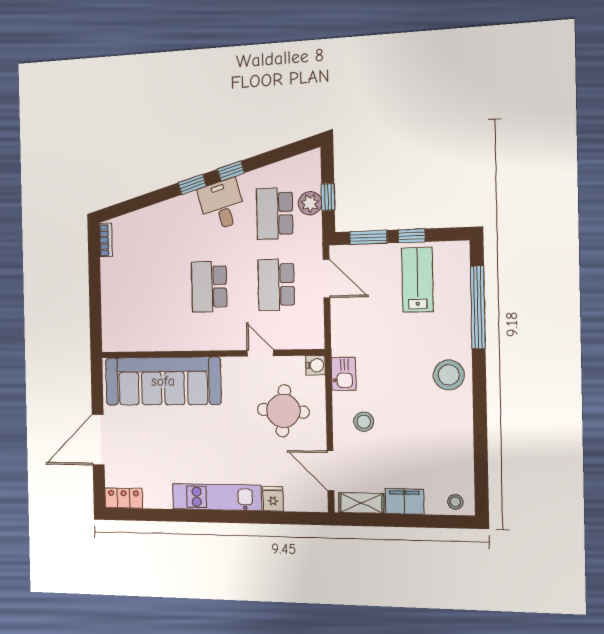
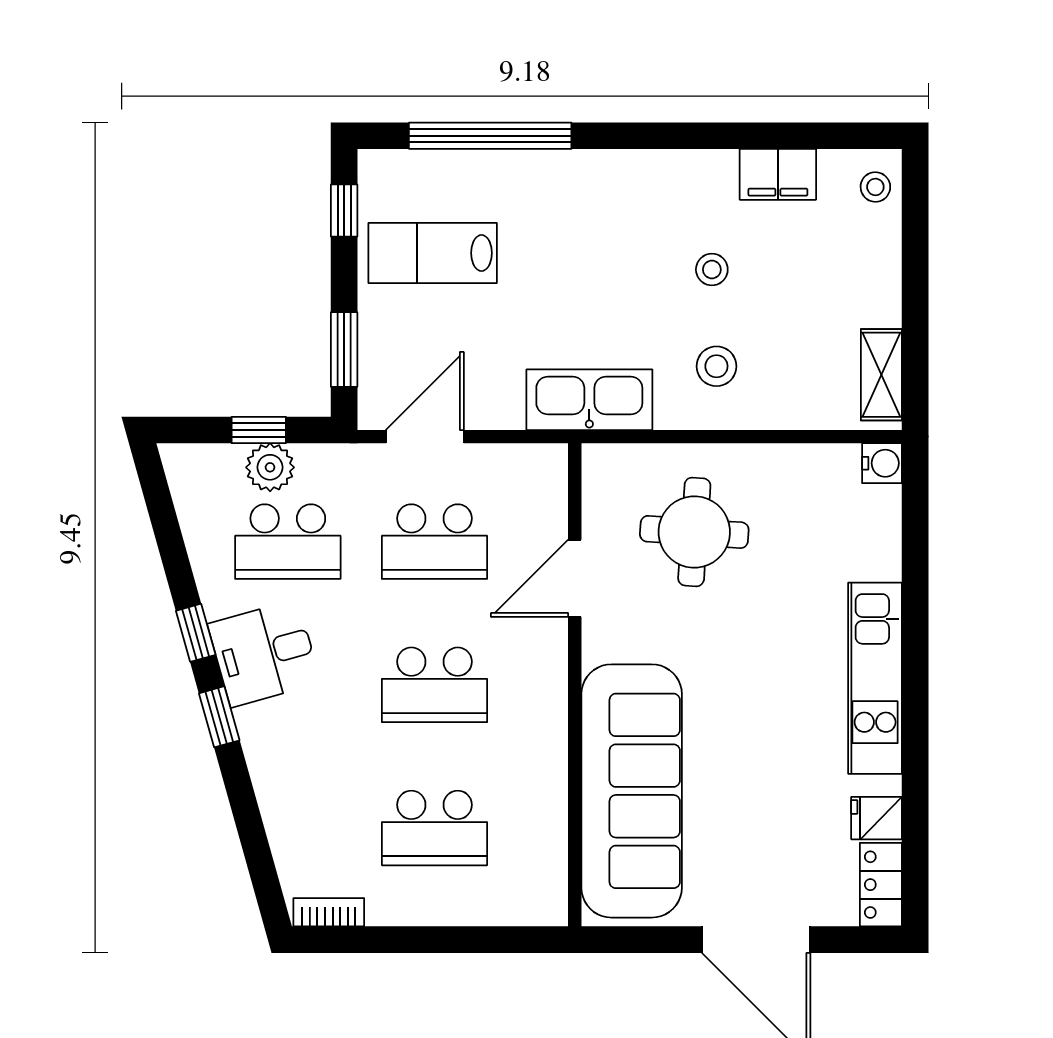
window: (412, 236) -> (344, 211), moved
school desk: (144, 288) -> (435, 828), added
door: (260, 353) -> (575, 578), width x1.38
water cooler: (315, 365) -> (882, 463), moved, turned 90
kitchen sink: (343, 374) -> (589, 400), width x1.88, depth x1.24
stool: (449, 375) -> (712, 270), moved, width x0.53, depth x0.53
door: (330, 471) -> (817, 437), removed
fridge: (273, 499) -> (877, 818), moved
filing cabinet: (405, 501) -> (778, 174), moved, turned -90

